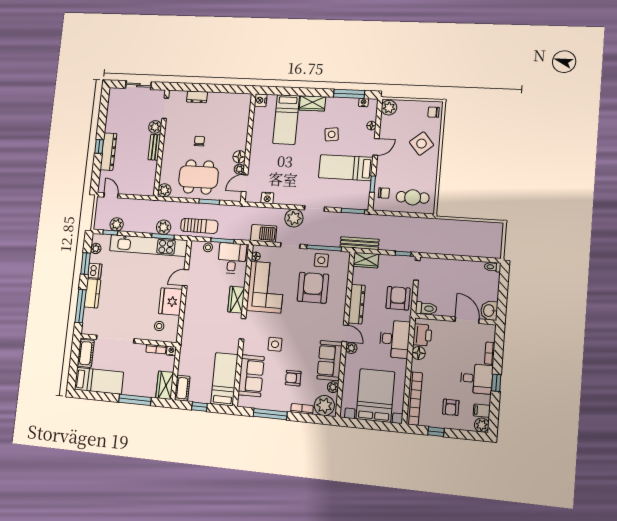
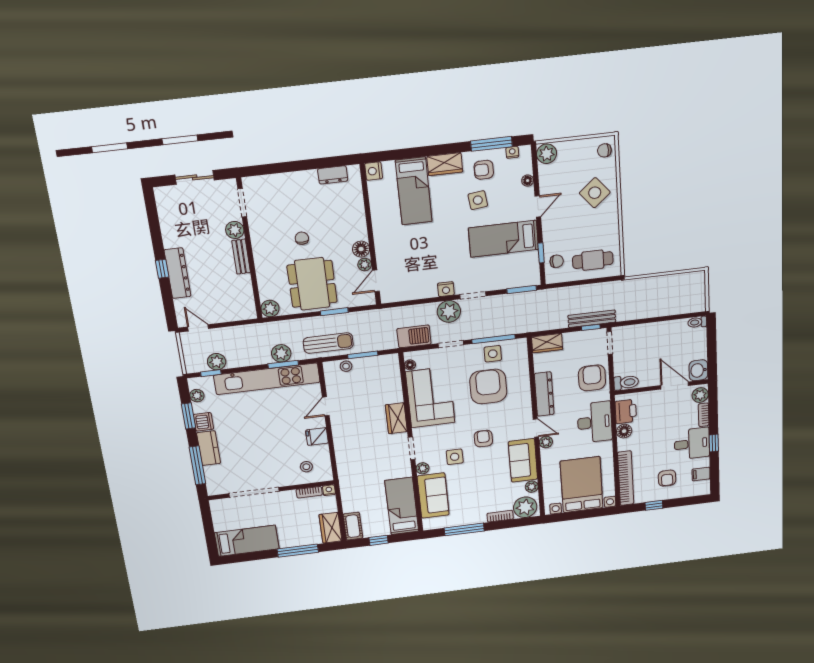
dresser: (197, 97) -> (333, 175), moved
armchair: (340, 112) -> (484, 170), added
dining table: (198, 177) -> (312, 284), turned 90
nightstand: (267, 198) -> (446, 289), moved
bench: (359, 243) -> (592, 319), moved
desk: (232, 258) -> (380, 373), removed
fridge: (170, 302) -> (317, 437), width x0.53, depth x0.75
plant: (248, 349) -> (423, 468), added
cot: (86, 353) -> (221, 515), removed
armchair: (293, 378) -> (483, 439), moved, turned 90
plant: (482, 425) -> (700, 395), moved

